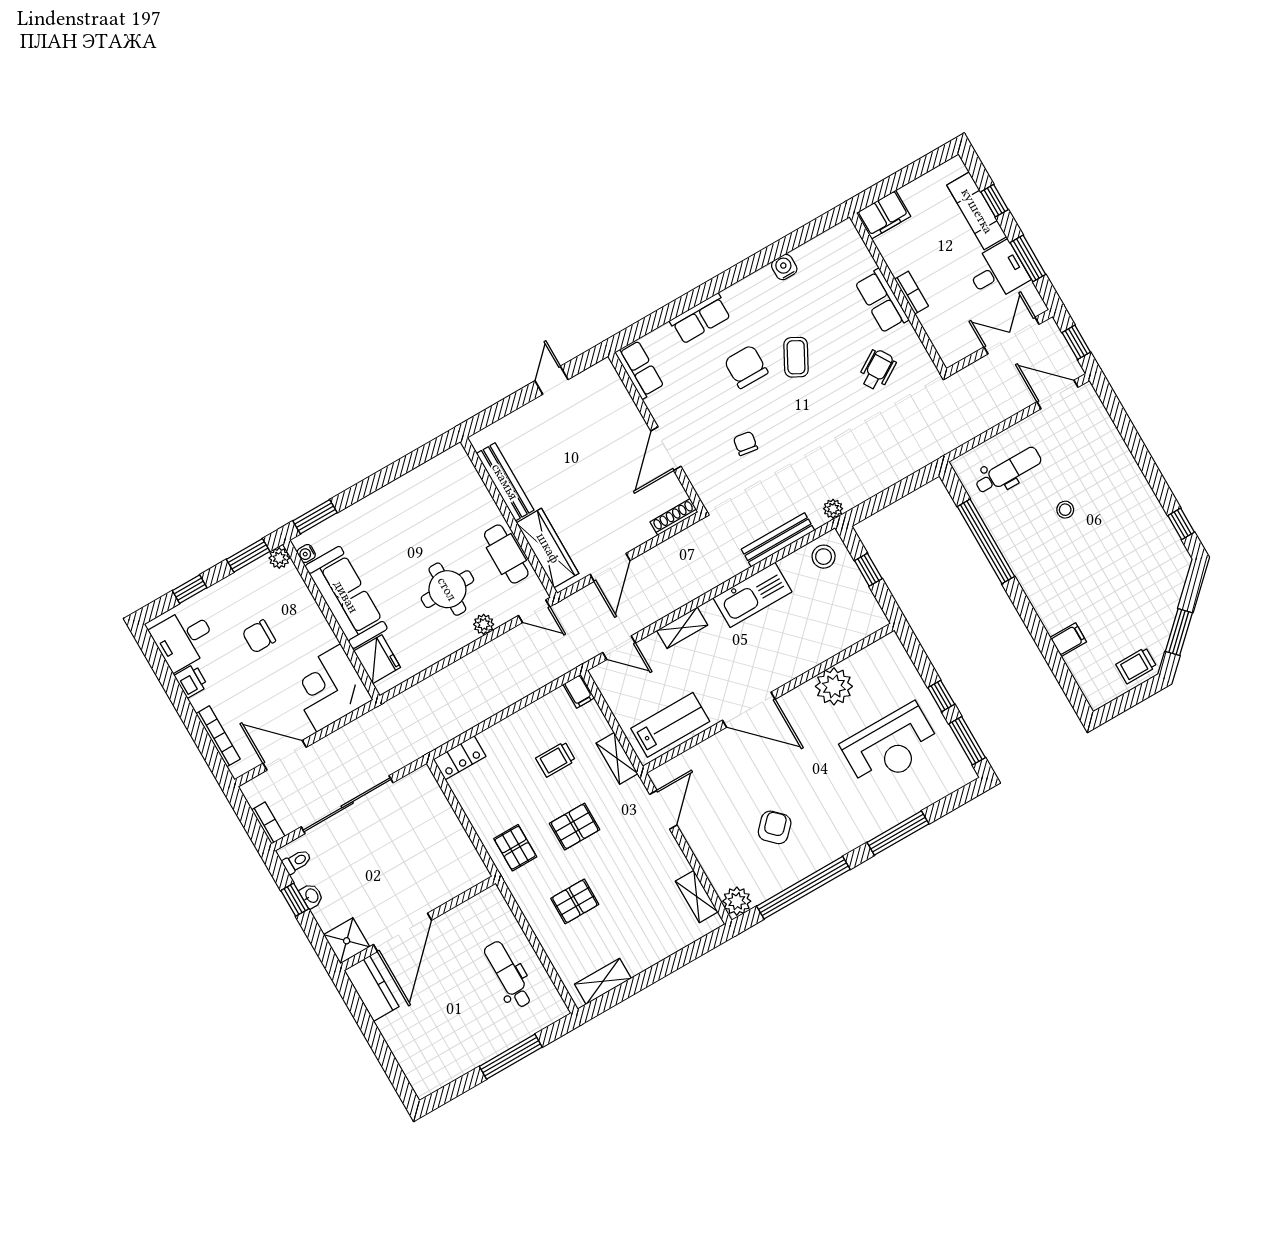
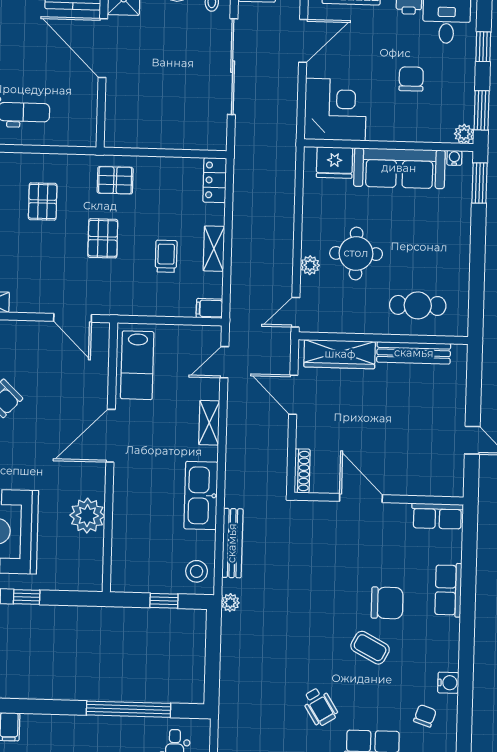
chair: (745, 443) -> (425, 716), moved, turned -80
cafe table: (506, 554) -> (418, 305), moved
shelving: (617, 758) -> (214, 249), moved, turned 90

